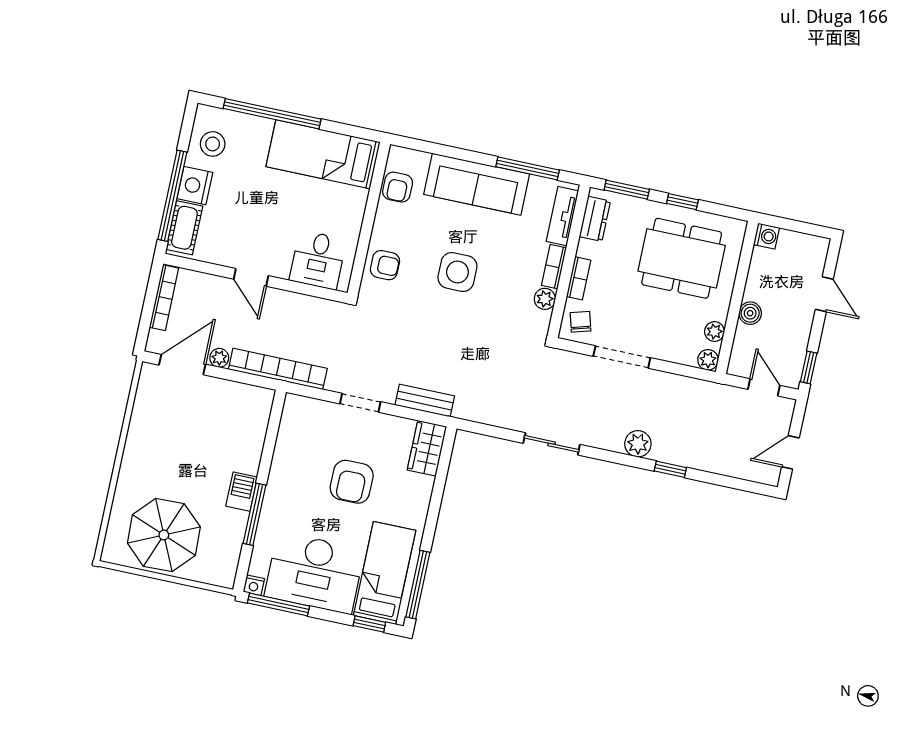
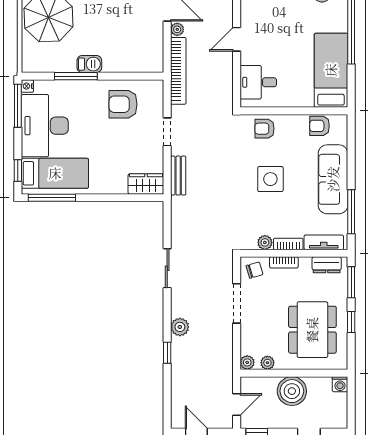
armchair: (385, 265) -> (265, 129), turned 90
boiler: (750, 313) -> (292, 391), width x1.86, depth x1.86
armchair: (352, 482) -> (123, 104), moved

